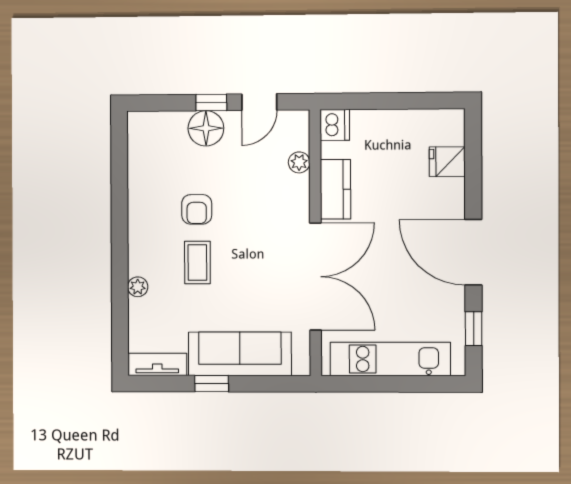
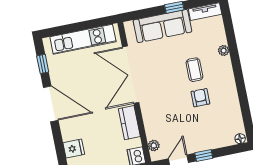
floor lamp: (206, 128) -> (240, 139), moved, width x0.53, depth x0.53
plant: (299, 162) -> (154, 146), moved

